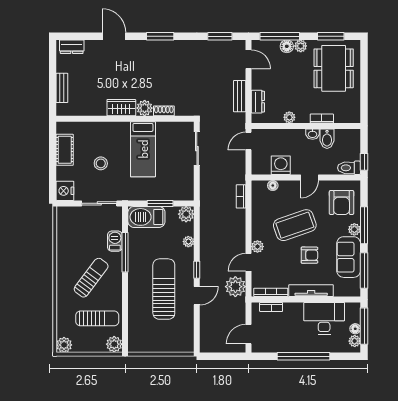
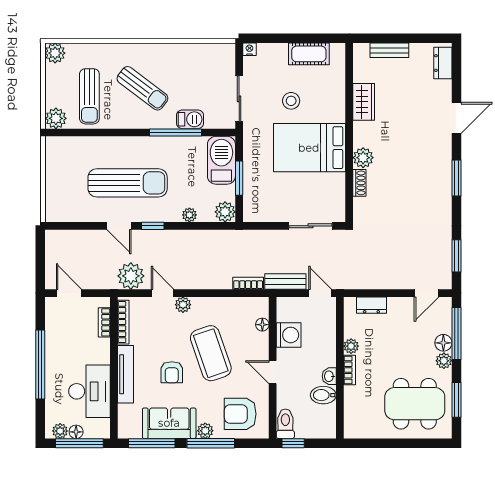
bench: (240, 96) -> (285, 281), moved
wardrobe: (121, 108) -> (364, 102), moved
bookcase: (322, 118) -> (350, 370), moved
bed: (143, 149) -> (309, 148), width x1.50
nightstand: (65, 191) -> (249, 49), width x0.53, depth x0.56

